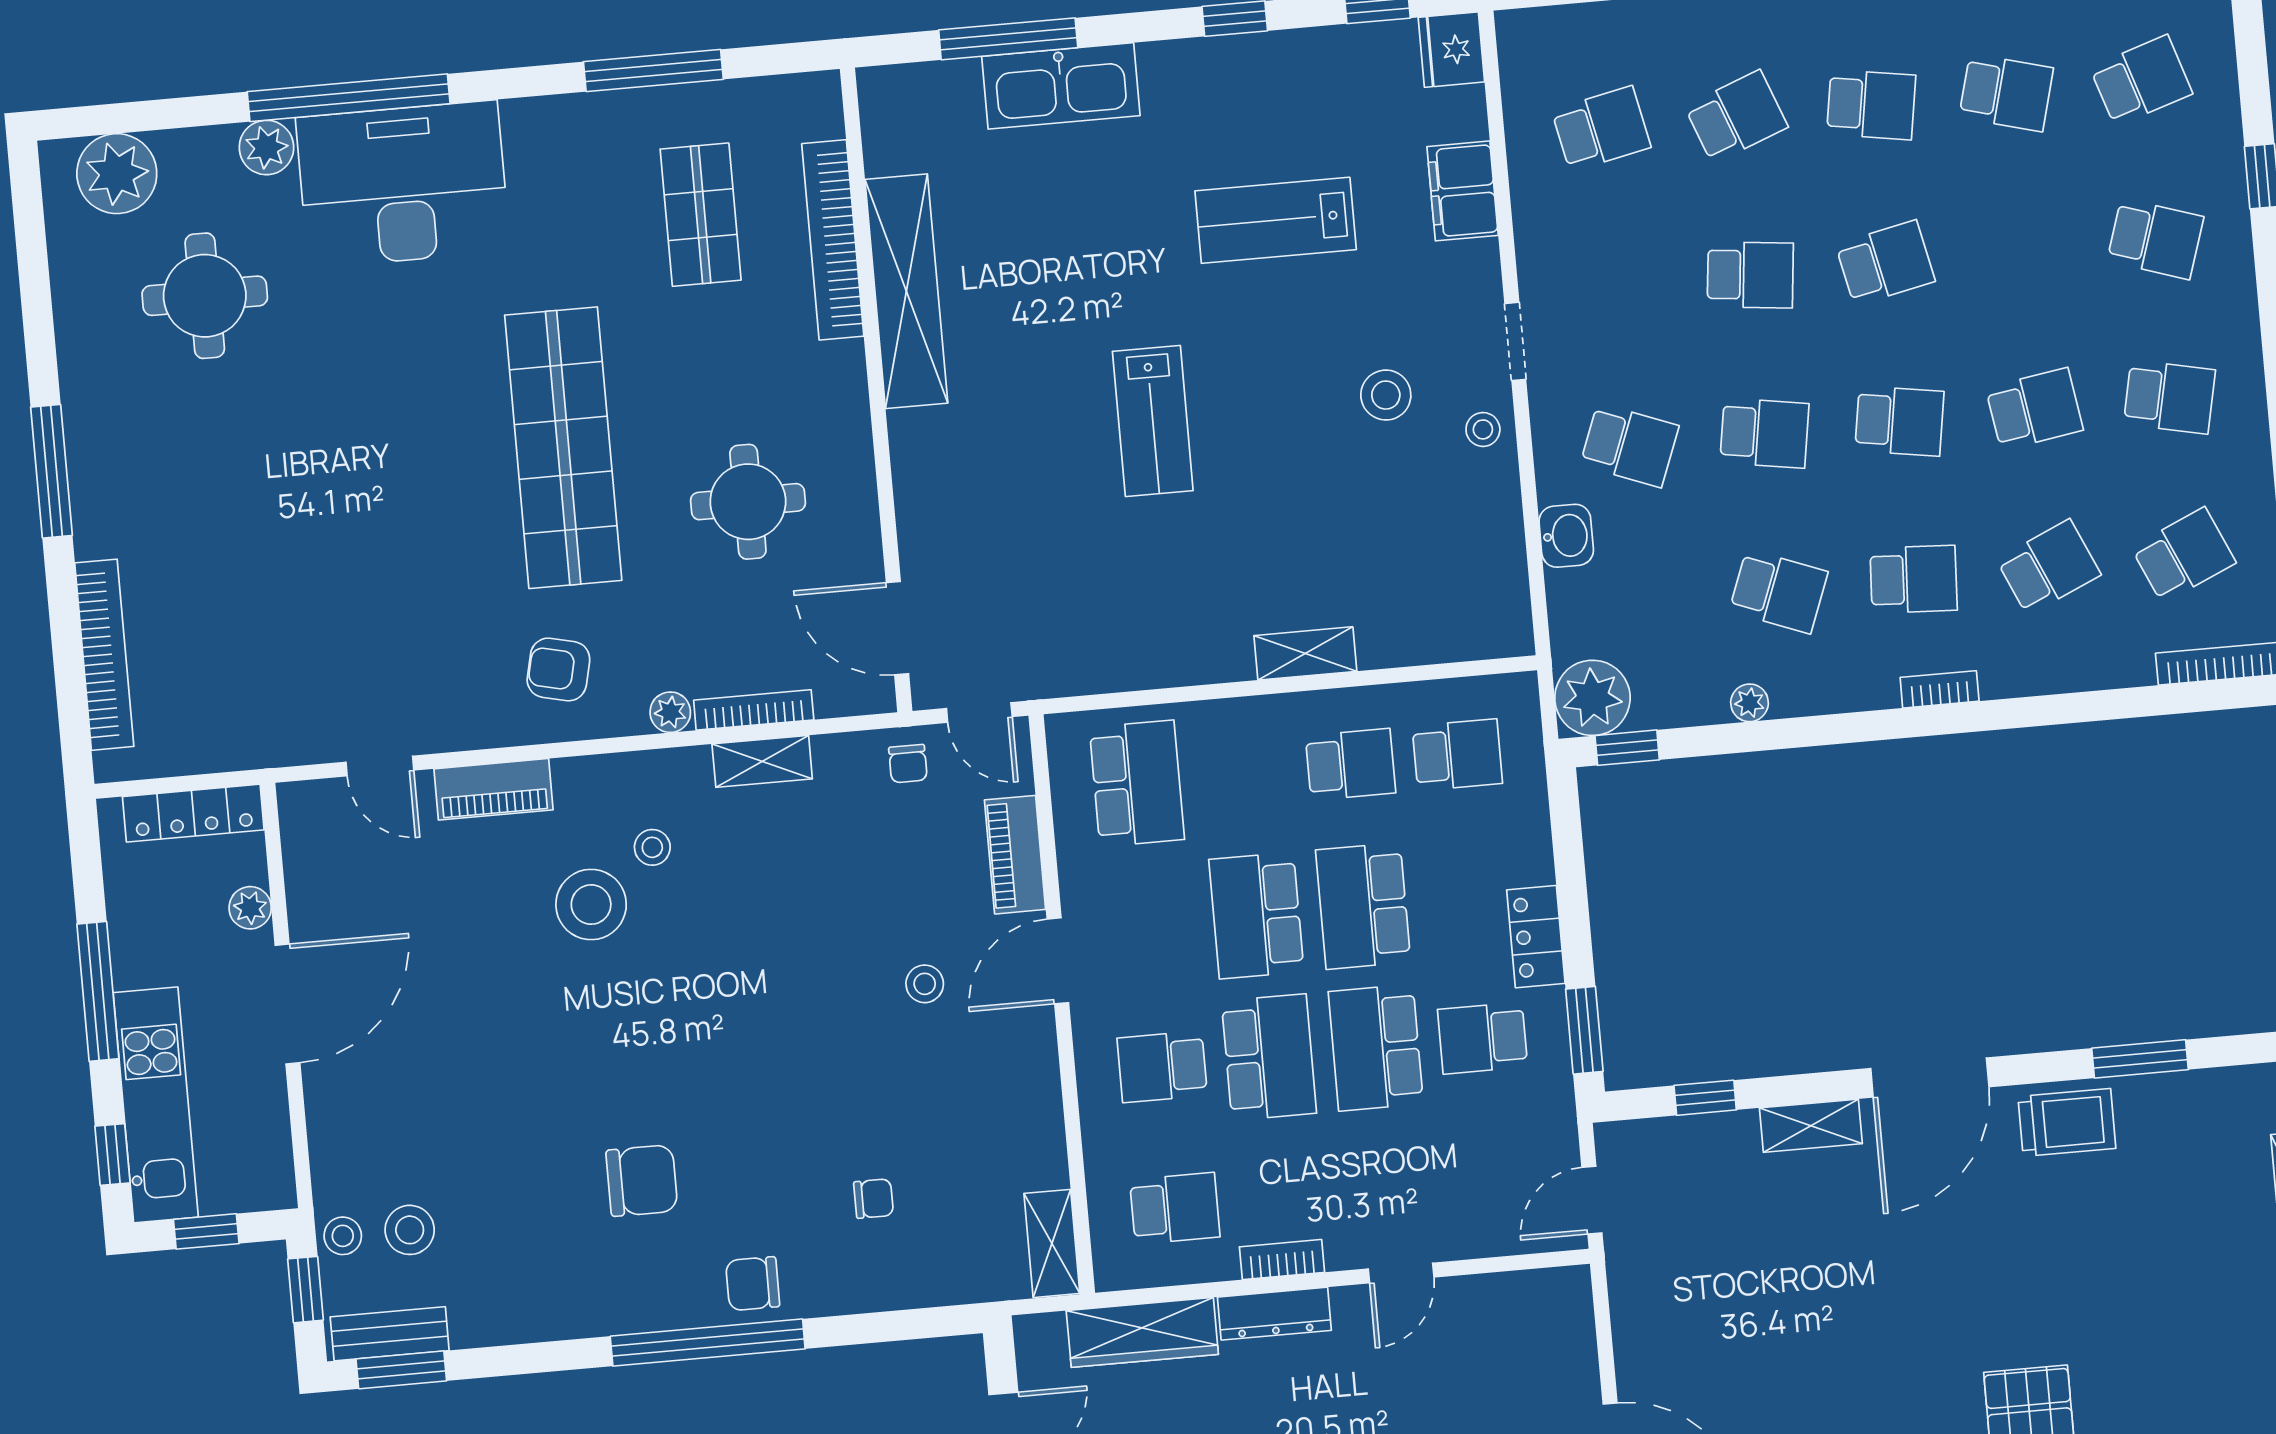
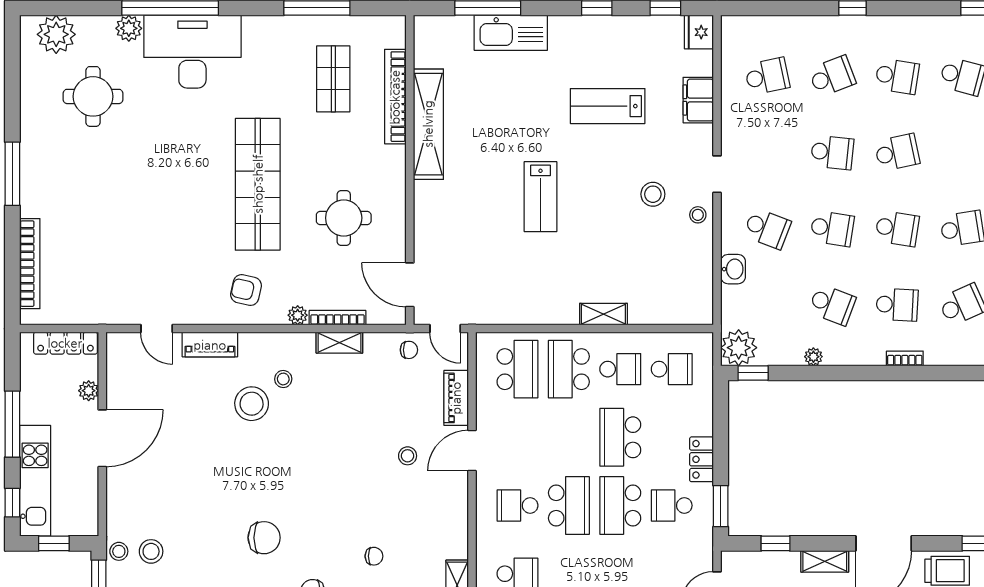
chair: (908, 764) -> (409, 350), turned -90
school desk: (1256, 916) -> (569, 369), moved

